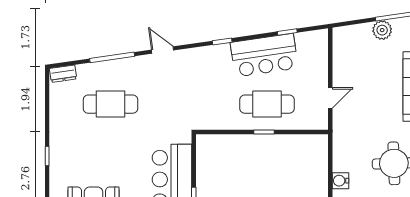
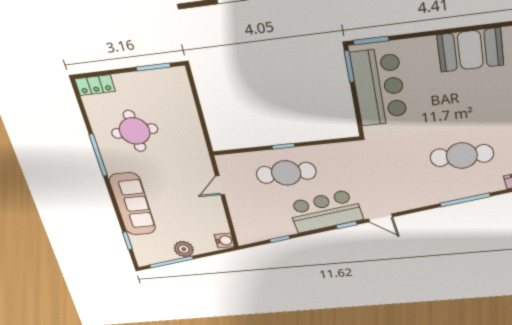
door: (163, 50) -> (381, 218), moved
bar counter: (264, 55) -> (325, 211), moved
water cooler: (340, 181) -> (224, 241), moved

